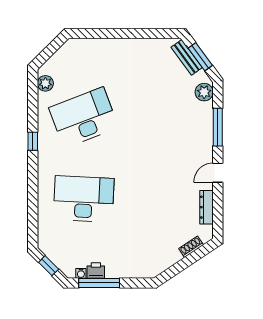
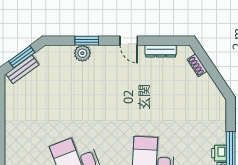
plant: (204, 92) -> (82, 53), moved
window: (218, 127) -> (87, 41), width x0.69

